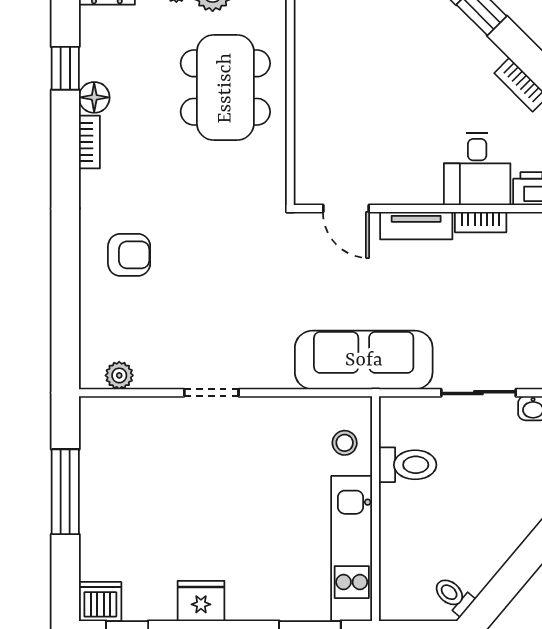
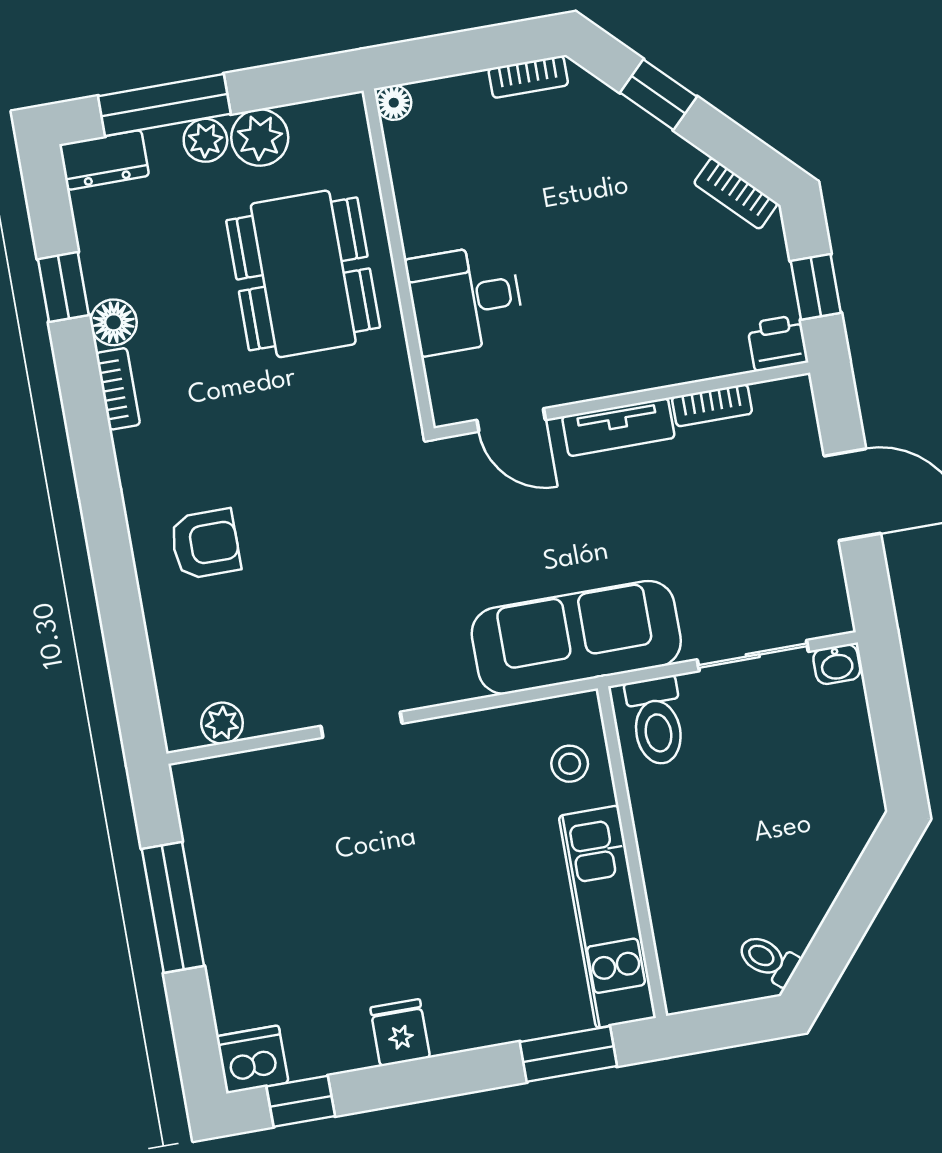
desk: (477, 169) -> (465, 299), moved, turned 90
toilet: (408, 465) -> (656, 721), moved, turned 90
fridge: (201, 601) -> (400, 1033), width x0.72

